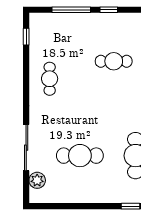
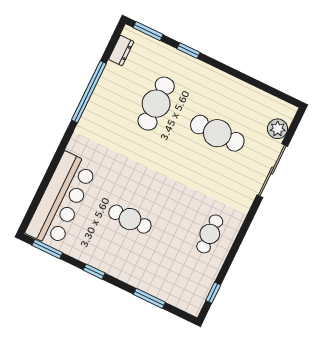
window: (71, 10) -> (149, 298), width x0.69
window: (109, 10) -> (94, 272), moved

